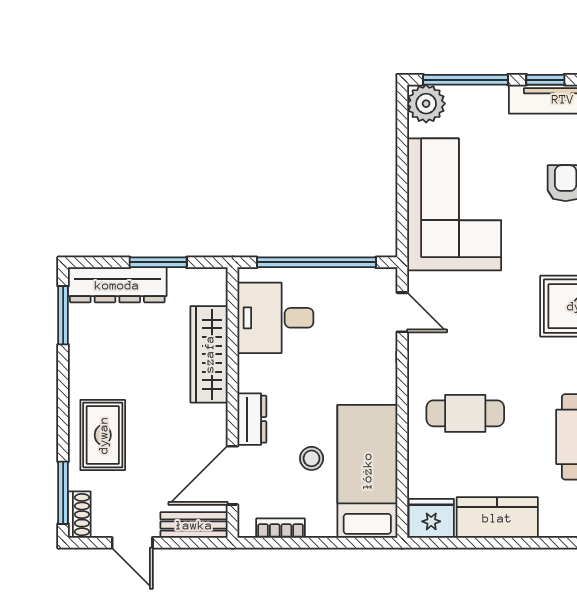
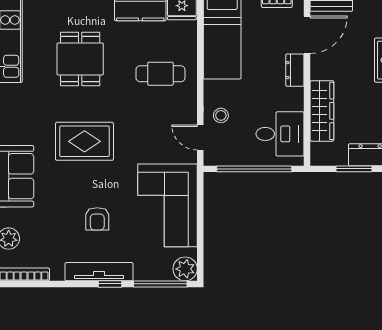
stool: (312, 458) -> (221, 115), moved

